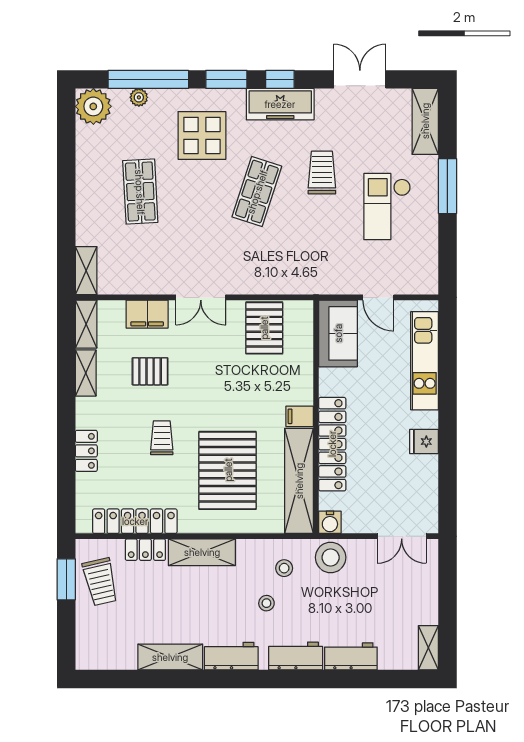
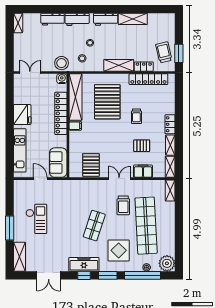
trolley: (322, 172) -> (123, 205), moved
shop shelf: (140, 192) -> (146, 226), width x2.00, depth x1.36
fridge: (424, 442) -> (22, 115), width x1.88, depth x1.34
locker: (86, 451) -> (170, 124), moved

